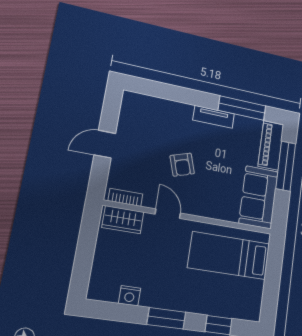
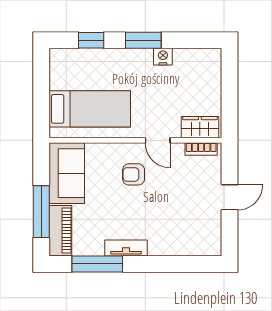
armchair: (182, 165) -> (134, 174), moved, turned -72
nightstand: (130, 296) -> (163, 57), moved

